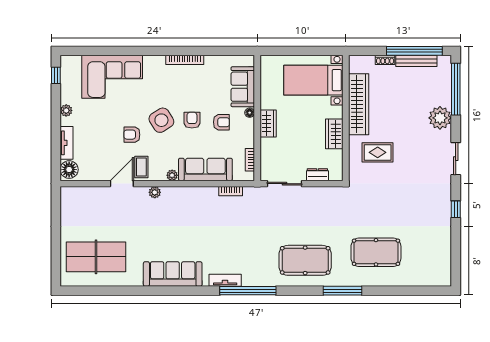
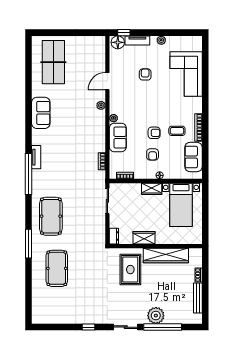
window: (414, 51) -> (205, 297), removed
window: (56, 75) -> (124, 33), moved
bed with nightstands: (313, 80) -> (181, 205), moved, turned 180
sofa: (243, 87) -> (193, 157), moved, turned -90
window: (456, 89) -> (163, 327), moved
side table: (161, 120) -> (154, 110), removed
armchair: (132, 135) -> (145, 74), moved
rug: (378, 152) -> (130, 270), width x1.36, depth x1.43
coffee table: (141, 167) -> (177, 131), moved
sofa: (205, 169) -> (118, 137), width x0.73
dresser: (317, 175) -> (114, 236), moved
door: (122, 184) -> (107, 81), swing flipped
sofa: (173, 274) -> (41, 113), width x0.73

